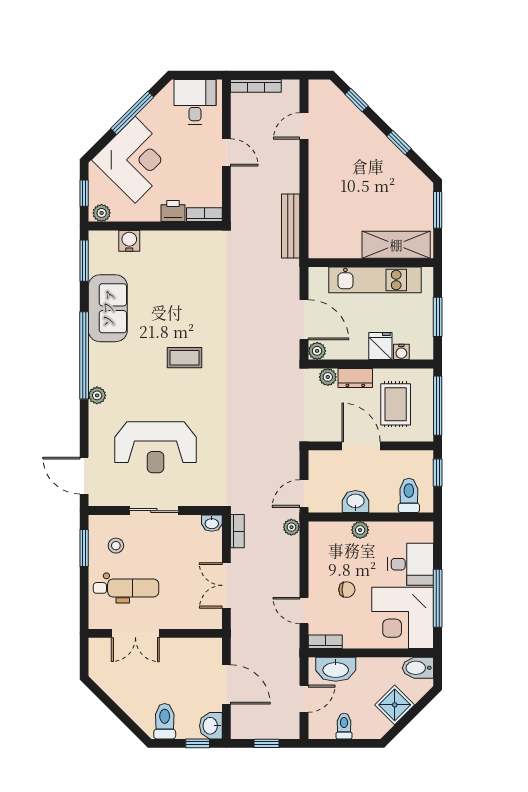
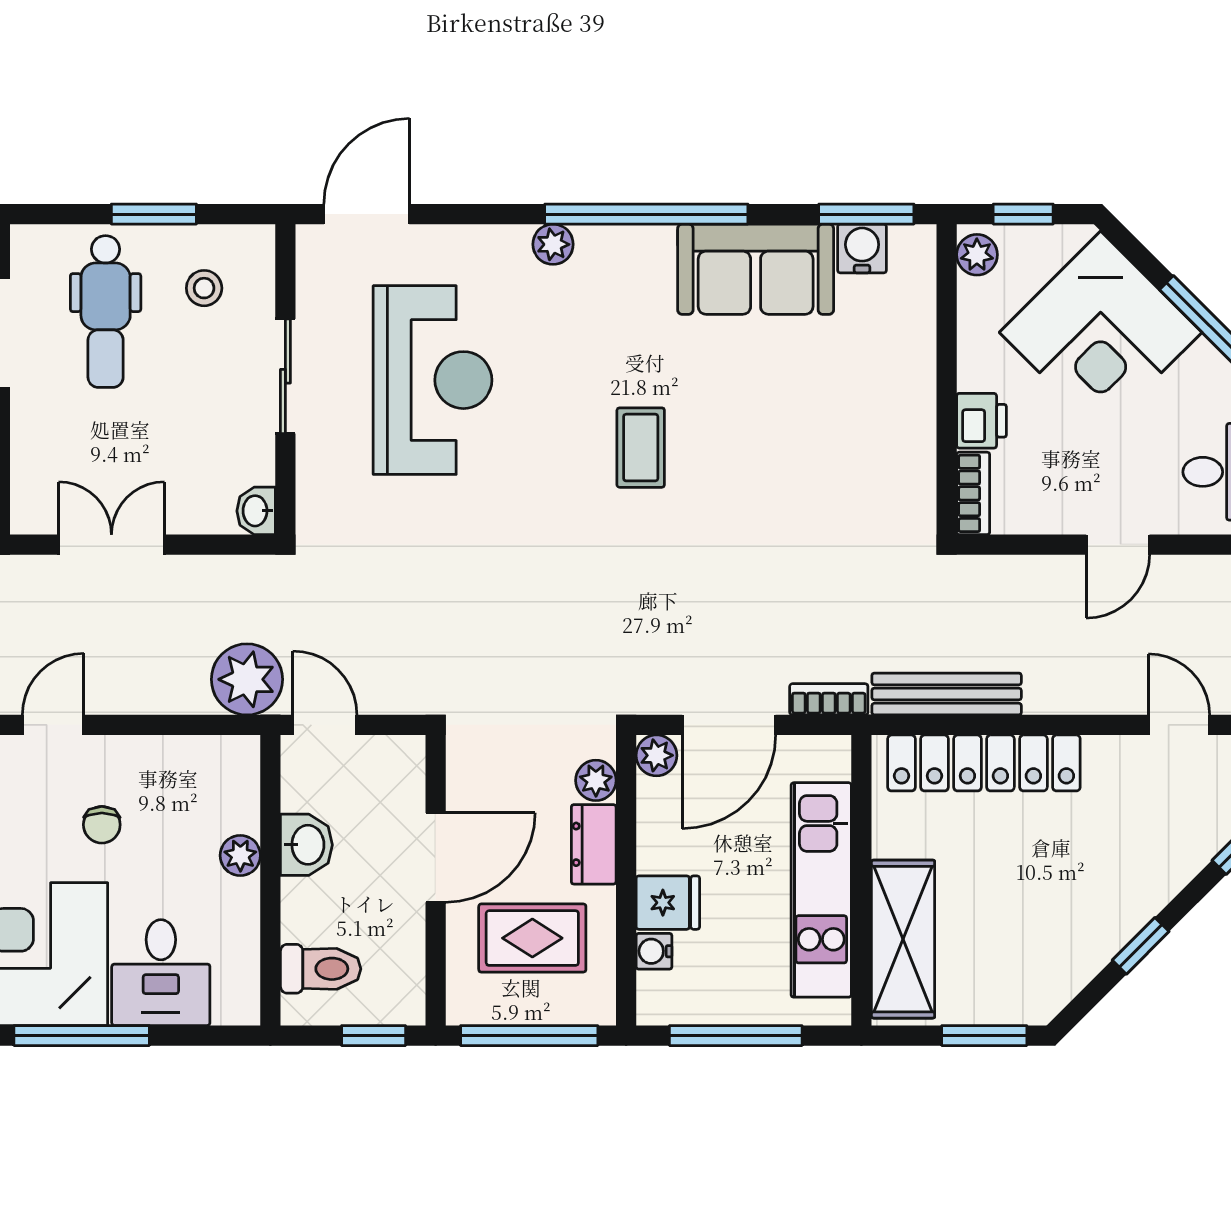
locker: (320, 210) -> (984, 763), added
water cooler: (129, 241) -> (862, 248), moved, turned -90
window: (438, 317) -> (736, 1036), width x1.44
reception desk: (156, 447) -> (432, 380), turned 180
plant: (291, 527) -> (247, 679), width x1.87, depth x1.87
bookcase: (237, 531) -> (829, 699), moved, turned 180
window: (84, 548) -> (154, 214), moved

